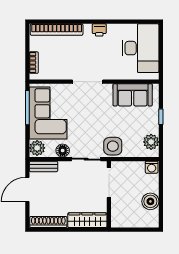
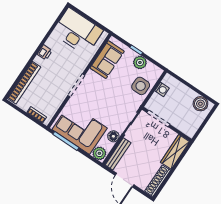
plant: (151, 142) -> (140, 62), moved
side table: (113, 146) -> (141, 86), moved
bench: (44, 166) -> (118, 154), width x1.36
washing machine: (152, 167) -> (162, 89), moved
boiler: (150, 201) -> (200, 104), moved

